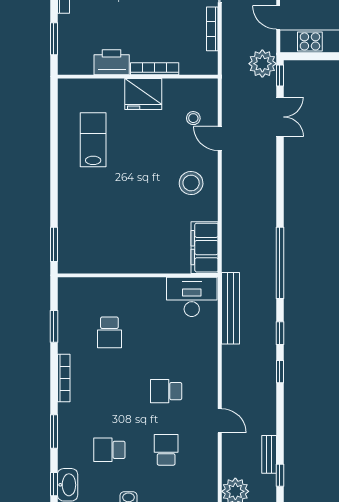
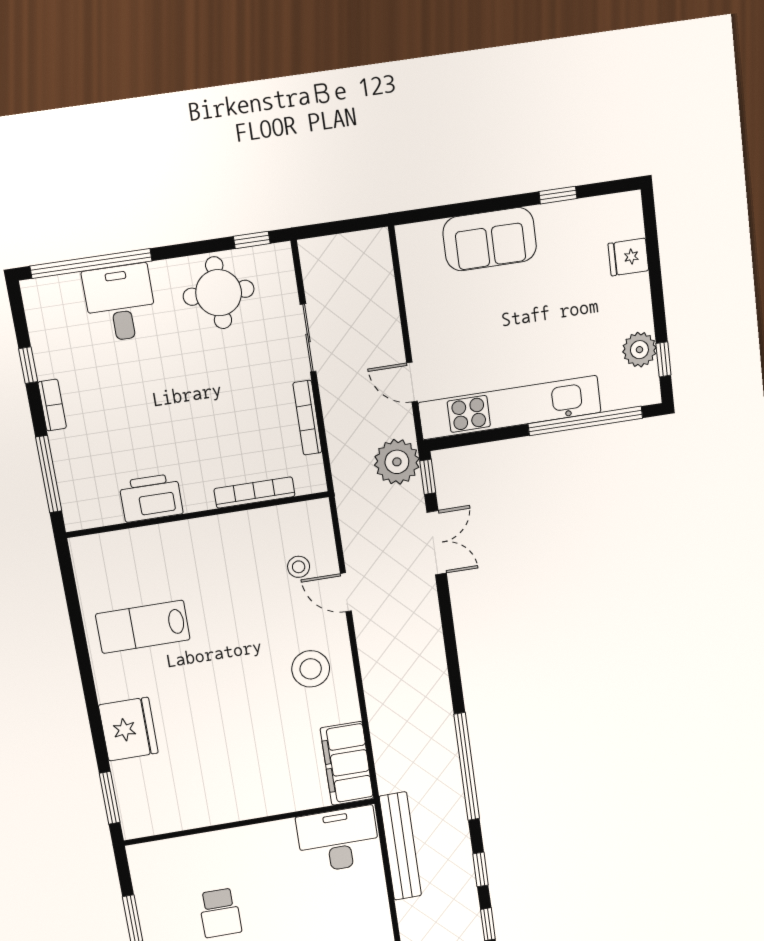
window: (54, 39) -> (49, 474), width x1.44
bookcase: (155, 69) -> (254, 493), moved
fridge: (143, 94) -> (128, 729), moved, turned -90
lab bench: (93, 140) -> (143, 627), turned -90

